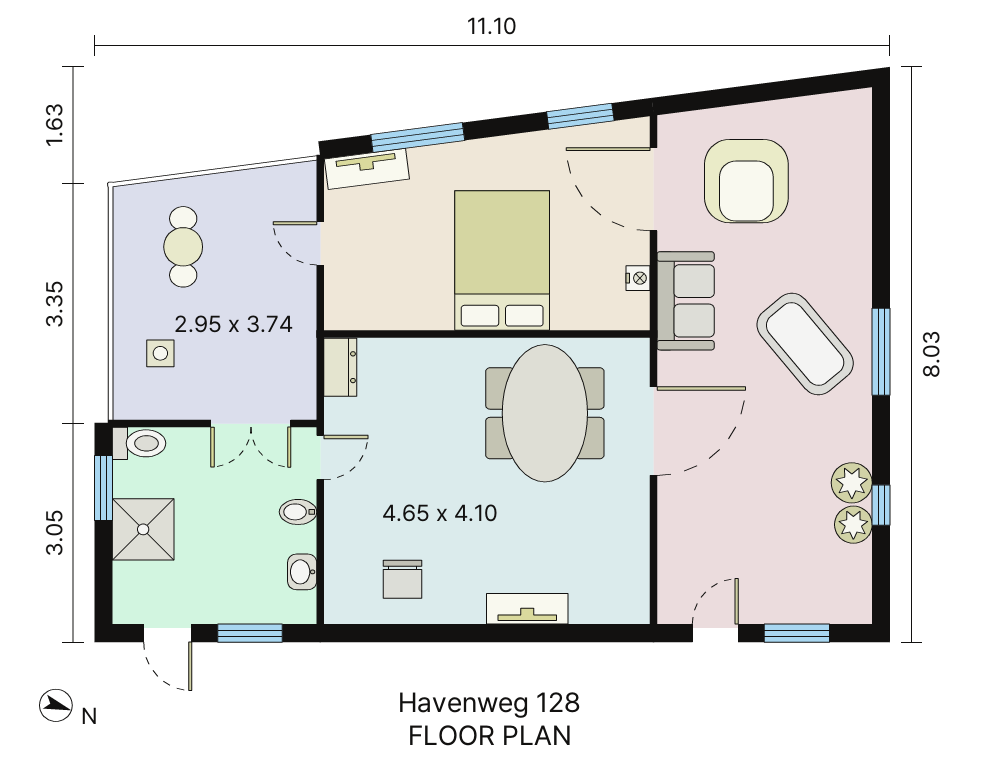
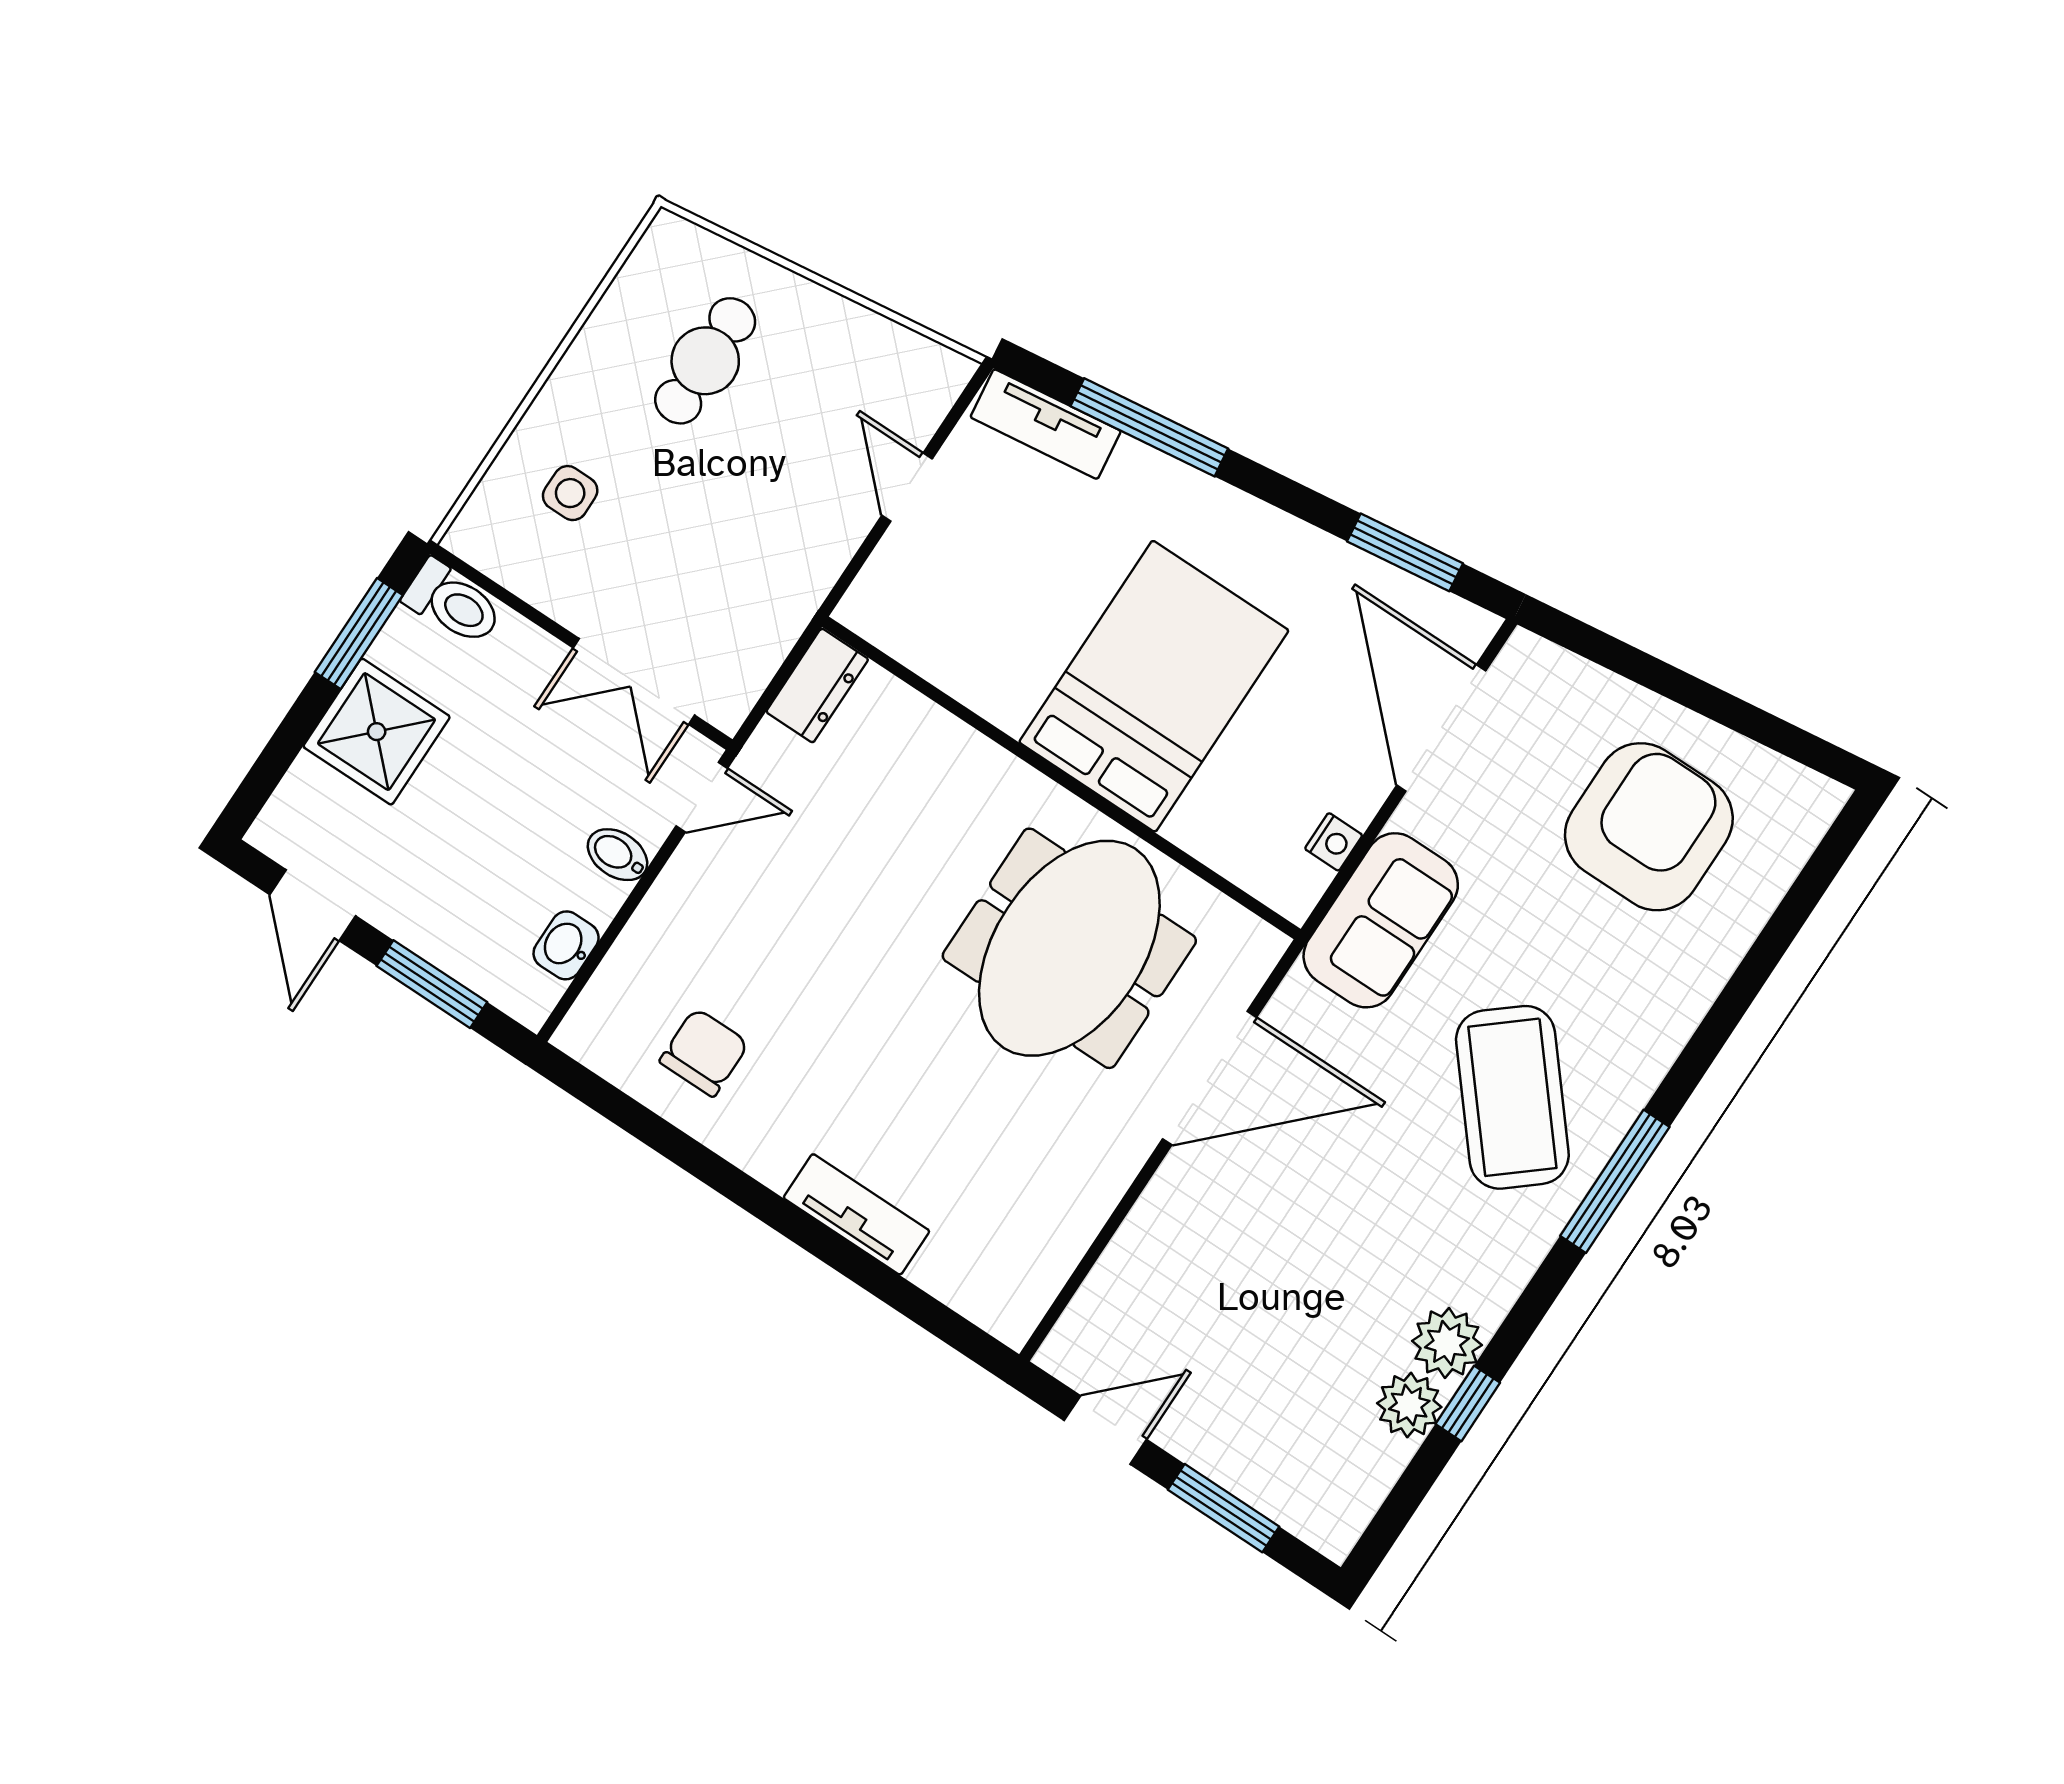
armchair: (746, 181) -> (1649, 827), moved, turned 180
chair: (403, 579) -> (704, 1052), turned 180

